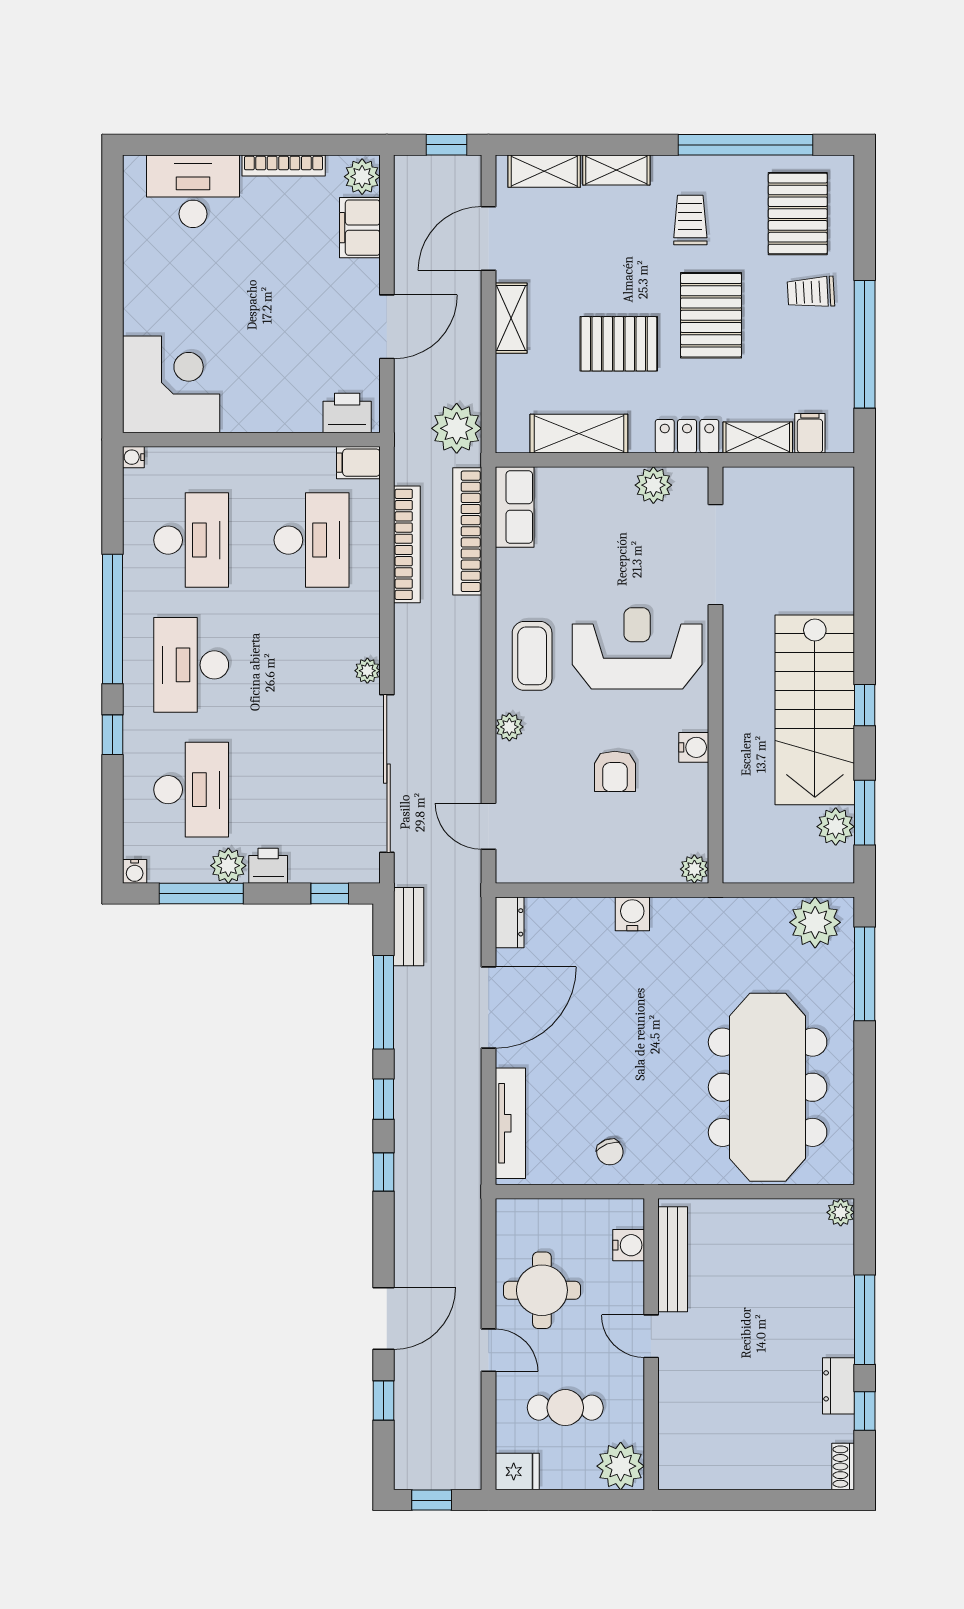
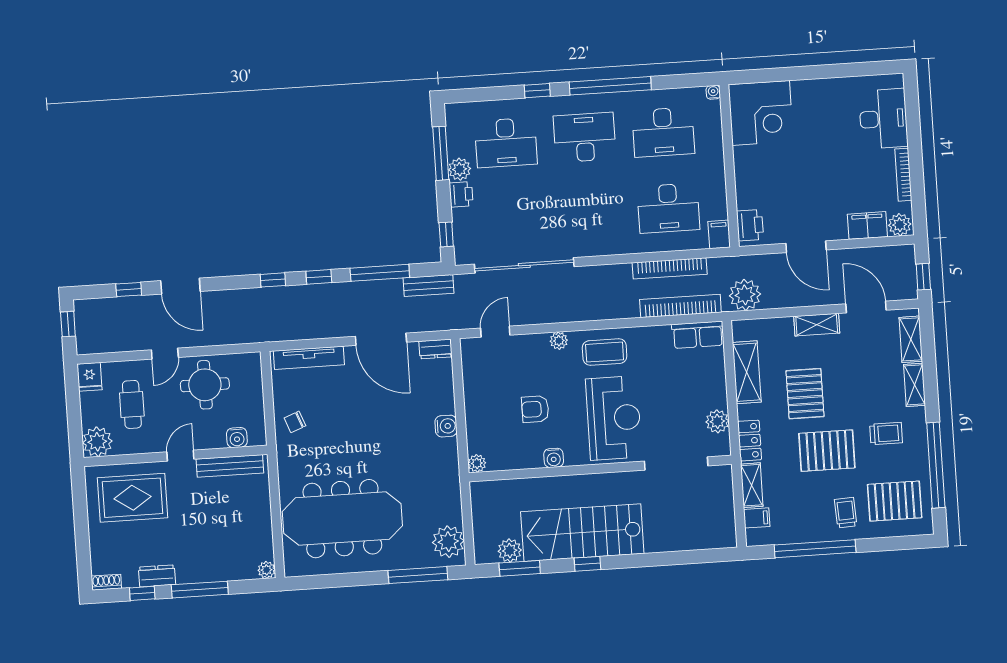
plant: (367, 671) -> (588, 249), removed
water cooler: (135, 871) -> (452, 110), removed
rug: (713, 1416) -> (132, 498), added

